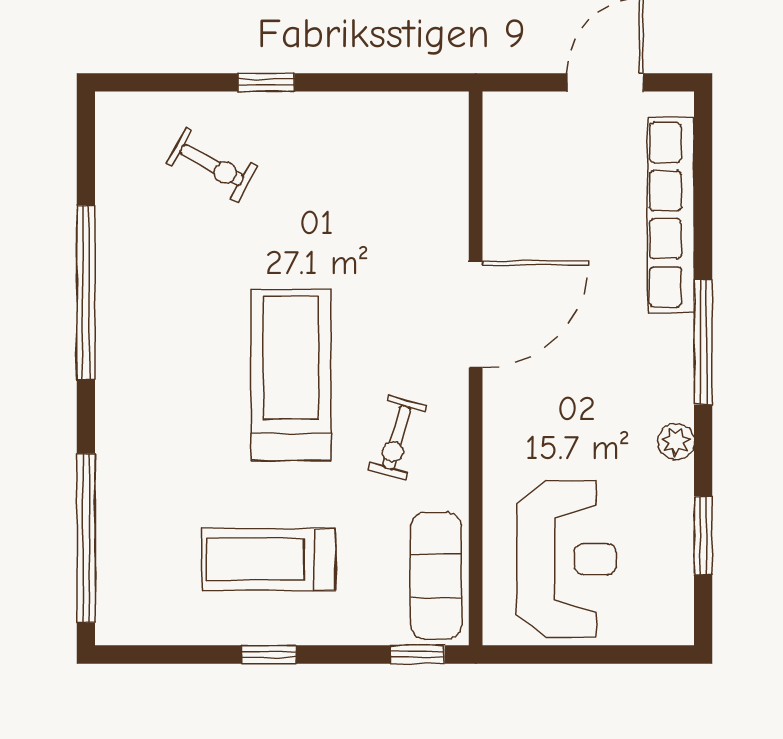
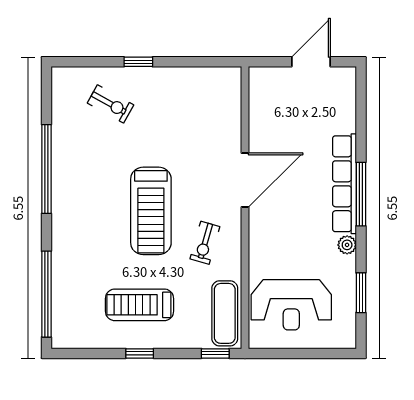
row of seats: (671, 215) -> (345, 184), moved
treadmill: (291, 375) -> (151, 211), turned 180
reception desk: (566, 559) -> (291, 305), turned 90

